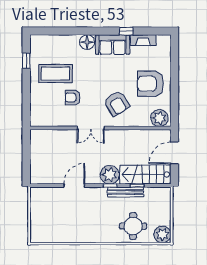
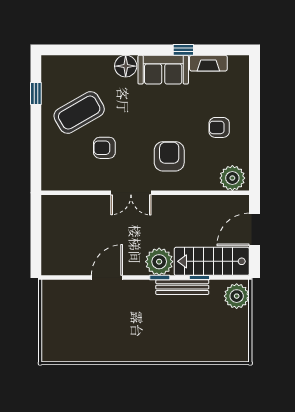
coffee table: (56, 74) -> (79, 112), turned -30
armchair: (151, 84) -> (219, 127), width x0.53, depth x0.53
armchair: (117, 103) -> (169, 156), turned -148
round table: (133, 226) -> (193, 337), removed
plant: (162, 234) -> (237, 296), moved

